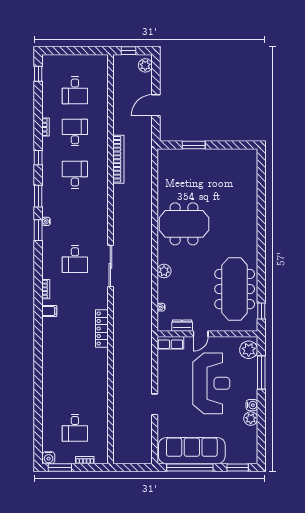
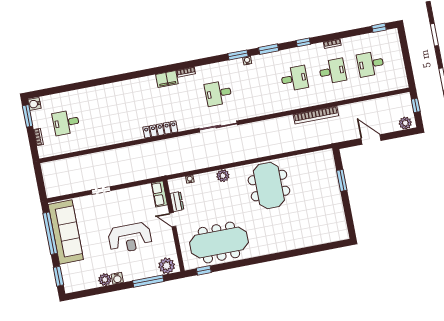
filing cabinet: (49, 311) -> (167, 79), width x2.00
reception desk: (211, 383) -> (130, 238), width x0.74, depth x0.77

